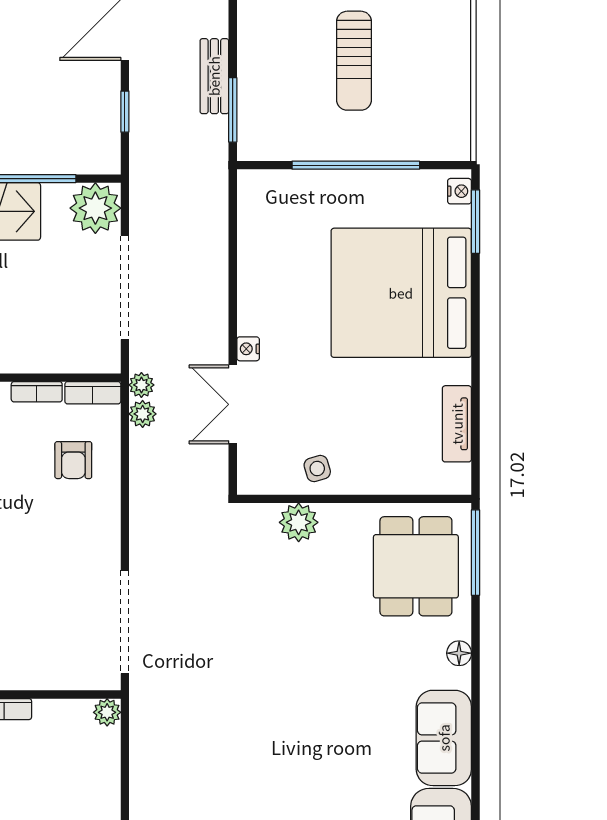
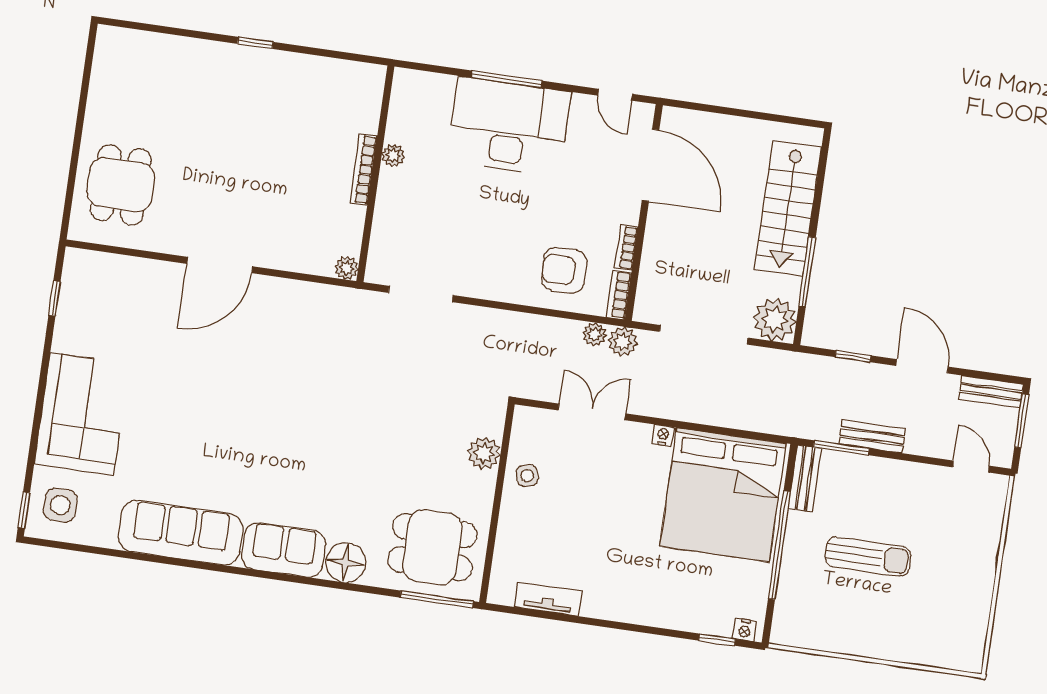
sun lounger: (354, 61) -> (868, 557), turned 180
bench: (274, 147) -> (805, 478), added
window: (475, 222) -> (717, 640), width x0.67
bed: (401, 293) -> (723, 495), moved, turned 180
nightstand: (248, 349) -> (663, 435), moved
plant: (141, 385) -> (623, 342), width x1.38, depth x1.38
armchair: (73, 460) -> (564, 270), width x1.38, depth x1.38
doorway: (125, 622) -> (421, 294), width x0.73
floor lamp: (459, 653) -> (346, 563), width x1.89, depth x1.89

